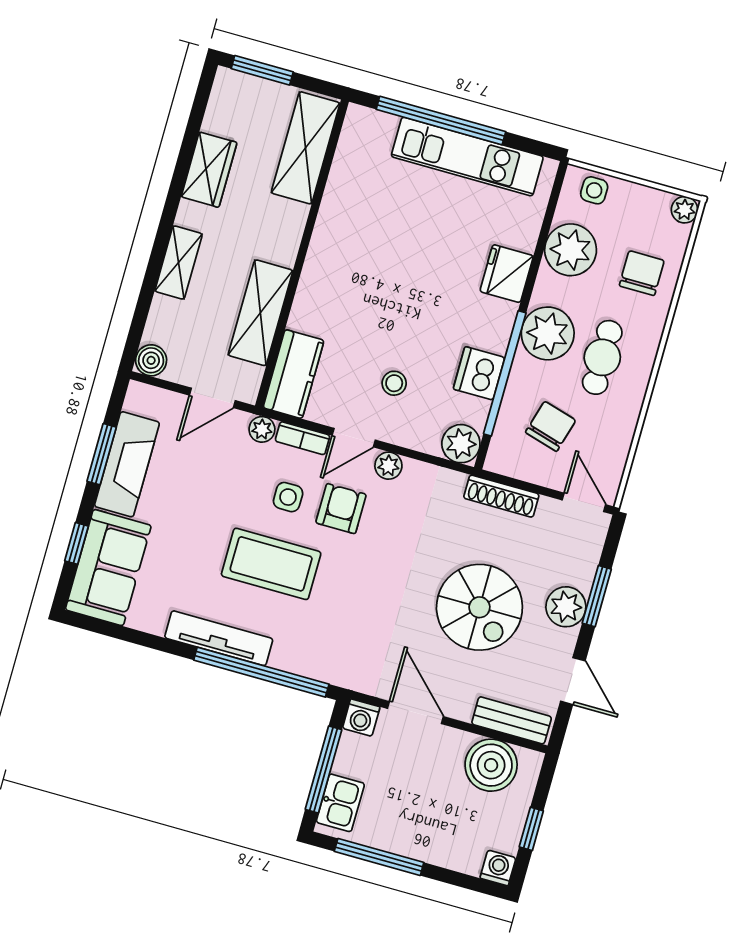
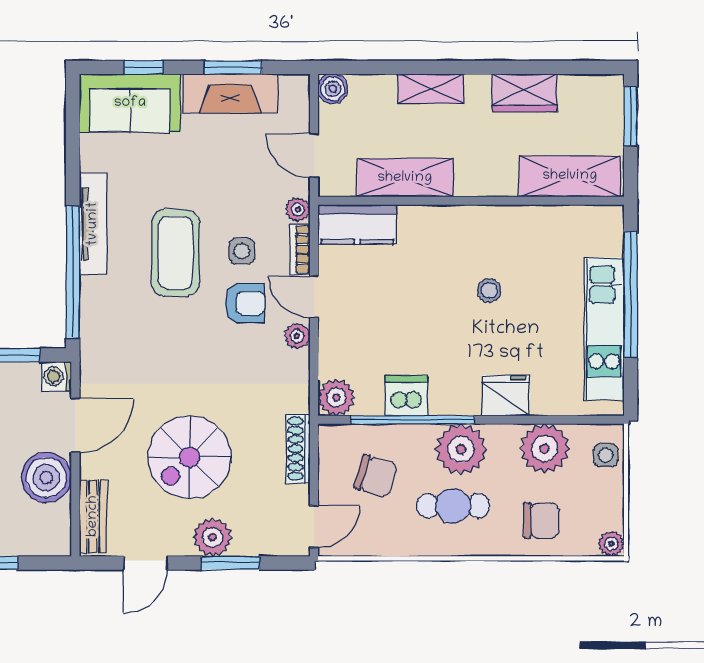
stool: (394, 383) -> (489, 291), moved
boiler: (491, 765) -> (46, 477), moved

